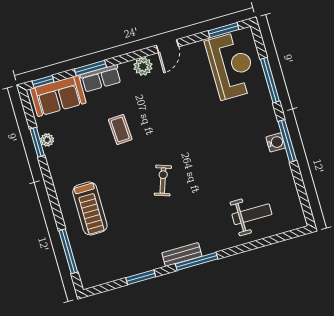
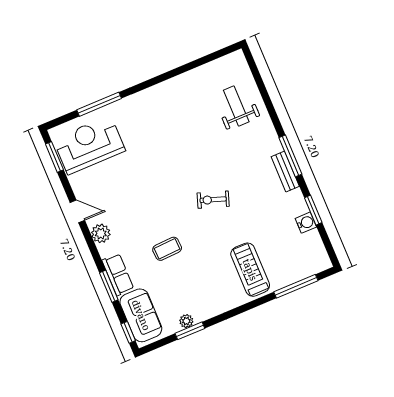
window: (287, 141) -> (158, 79), removed
water cooler: (276, 142) -> (306, 223), moved, turned 90
treadmill: (90, 208) -> (250, 270), turned -90

